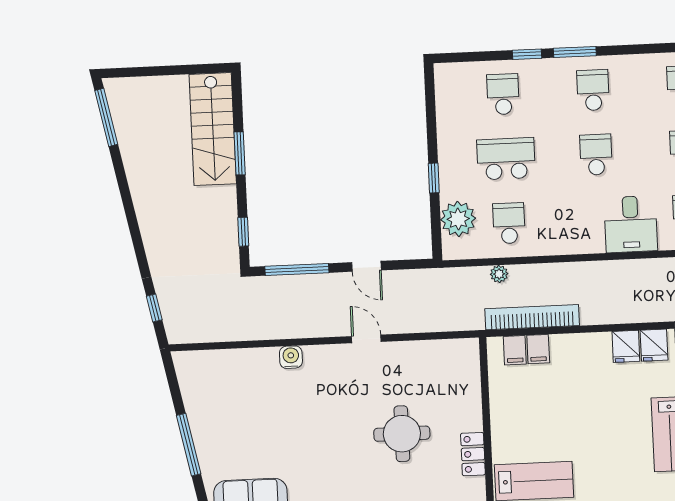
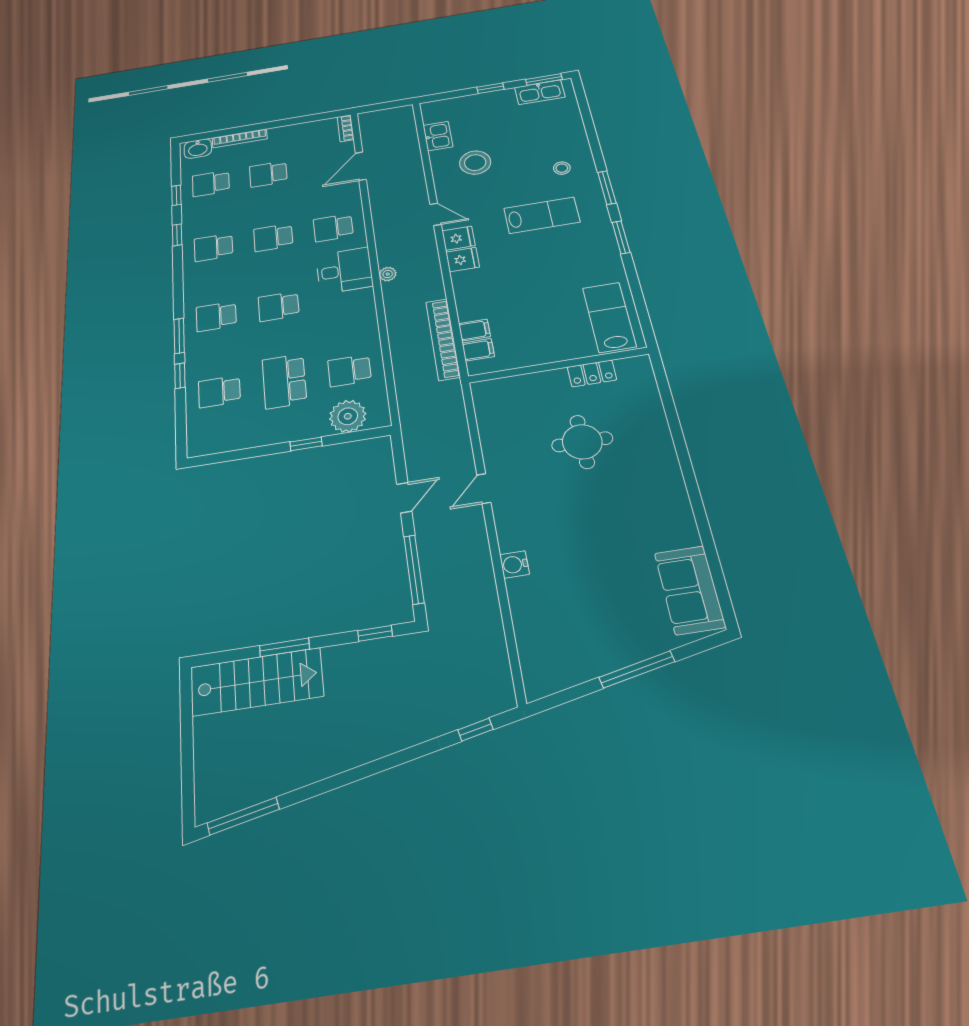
plant: (499, 274) -> (388, 274), moved

